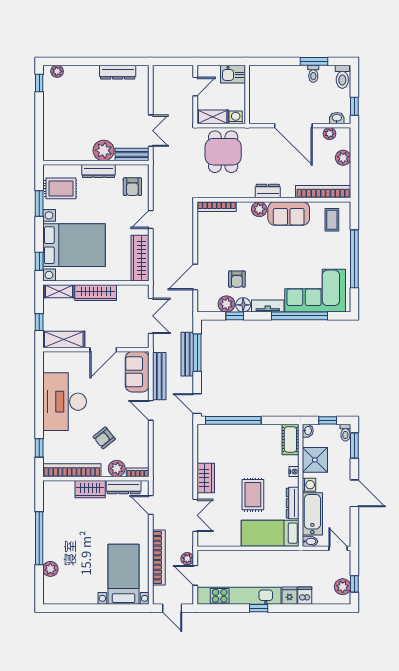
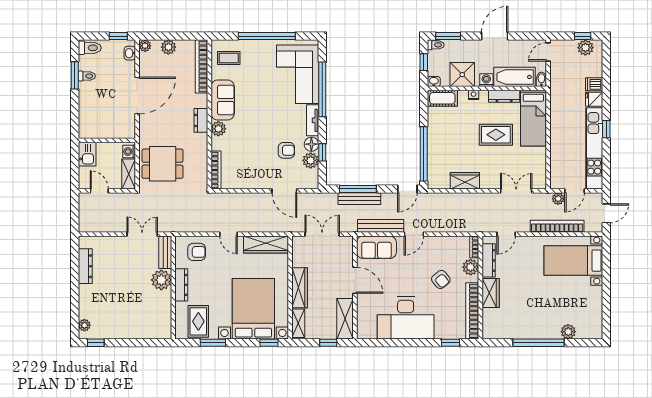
plant: (330, 134) -> (145, 46), moved
wardrobe: (206, 478) -> (465, 181), moved

